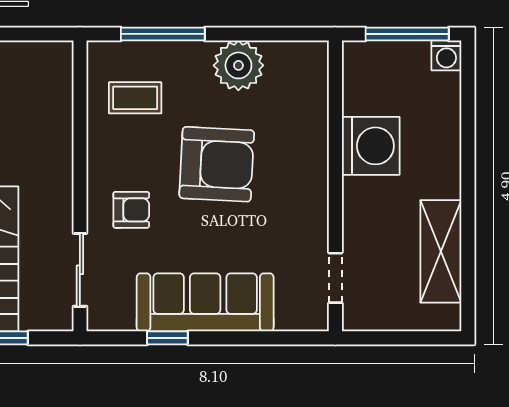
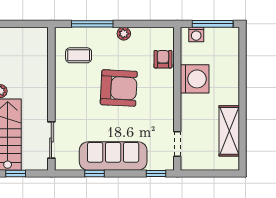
washing machine: (446, 55) -> (196, 34), moved
plant: (238, 65) -> (124, 34), width x0.53, depth x0.53
armchair: (131, 210) -> (163, 59), moved, turned -90
window: (292, 338) -> (156, 174), added

